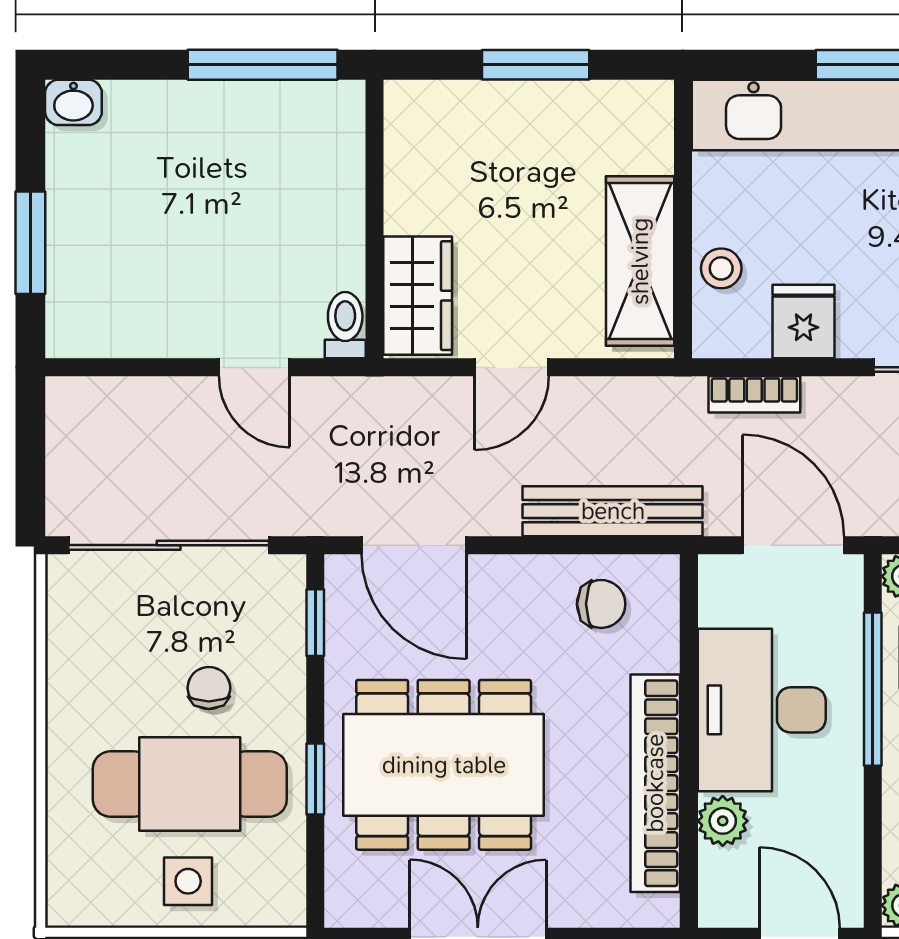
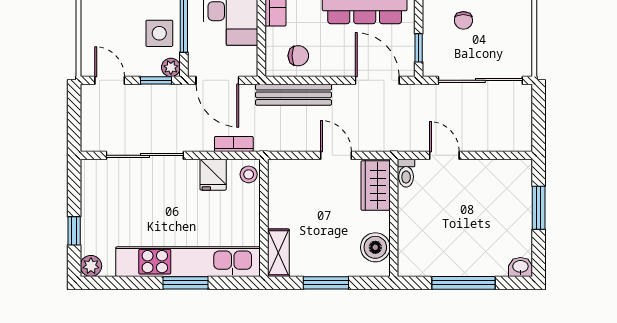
window: (263, 65) -> (463, 283), moved
boiler: (418, 149) -> (375, 247), added
shelving: (640, 261) -> (278, 253), moved, width x0.67, depth x0.75
stool: (721, 268) -> (249, 174), moved
door: (512, 367) -> (336, 155), hinge flipped
chair: (601, 604) -> (298, 56), turned 180

